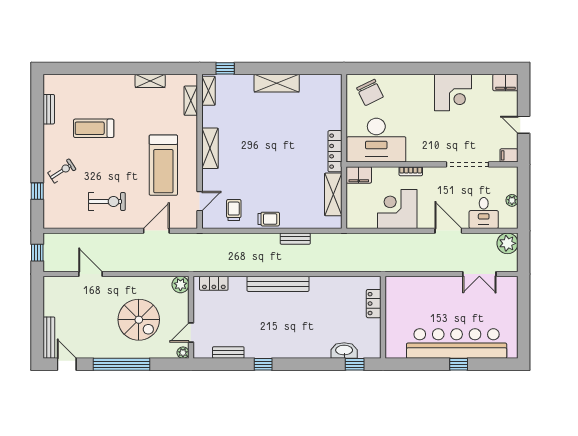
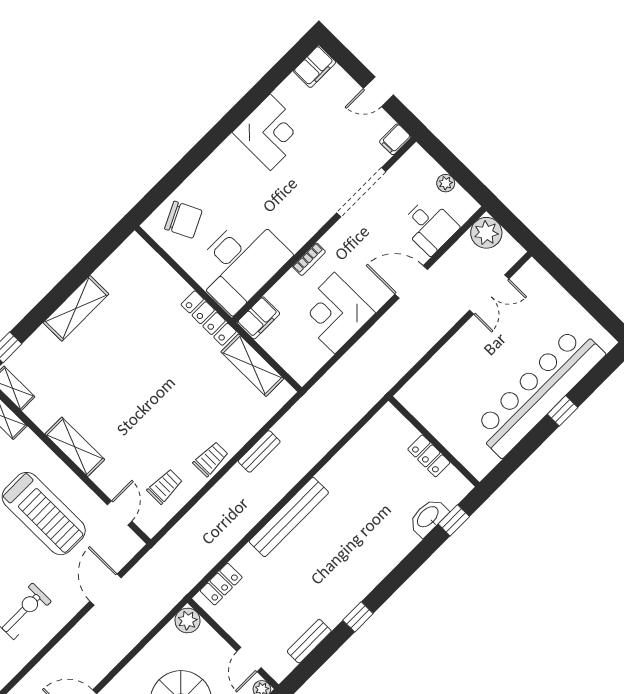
trolley: (234, 210) -> (165, 486), turned 90
locker: (374, 304) -> (429, 456), moved

